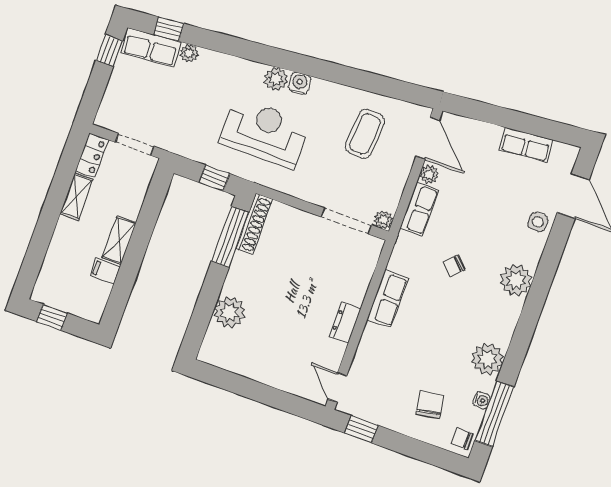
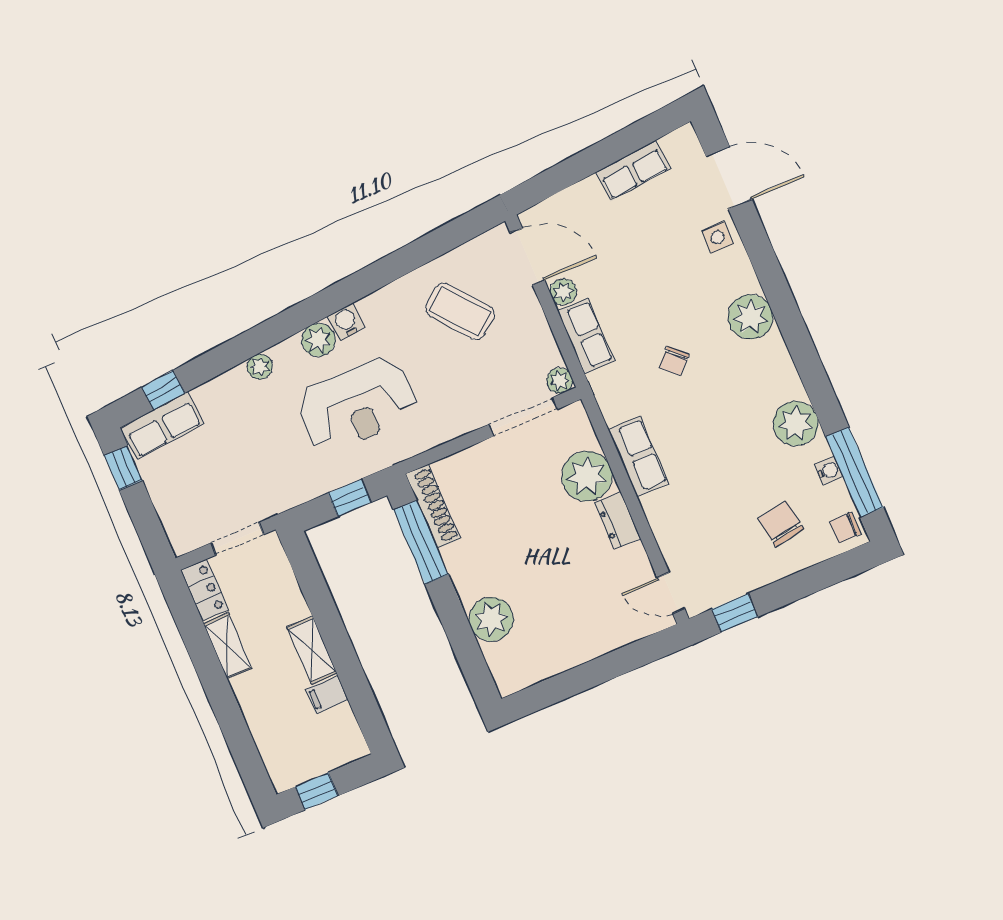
plant: (189, 53) -> (260, 367), moved
reception desk: (264, 133) -> (357, 405), turned 180
coffee table: (365, 134) -> (460, 311), turned -43
plant: (351, 284) -> (587, 476), added

